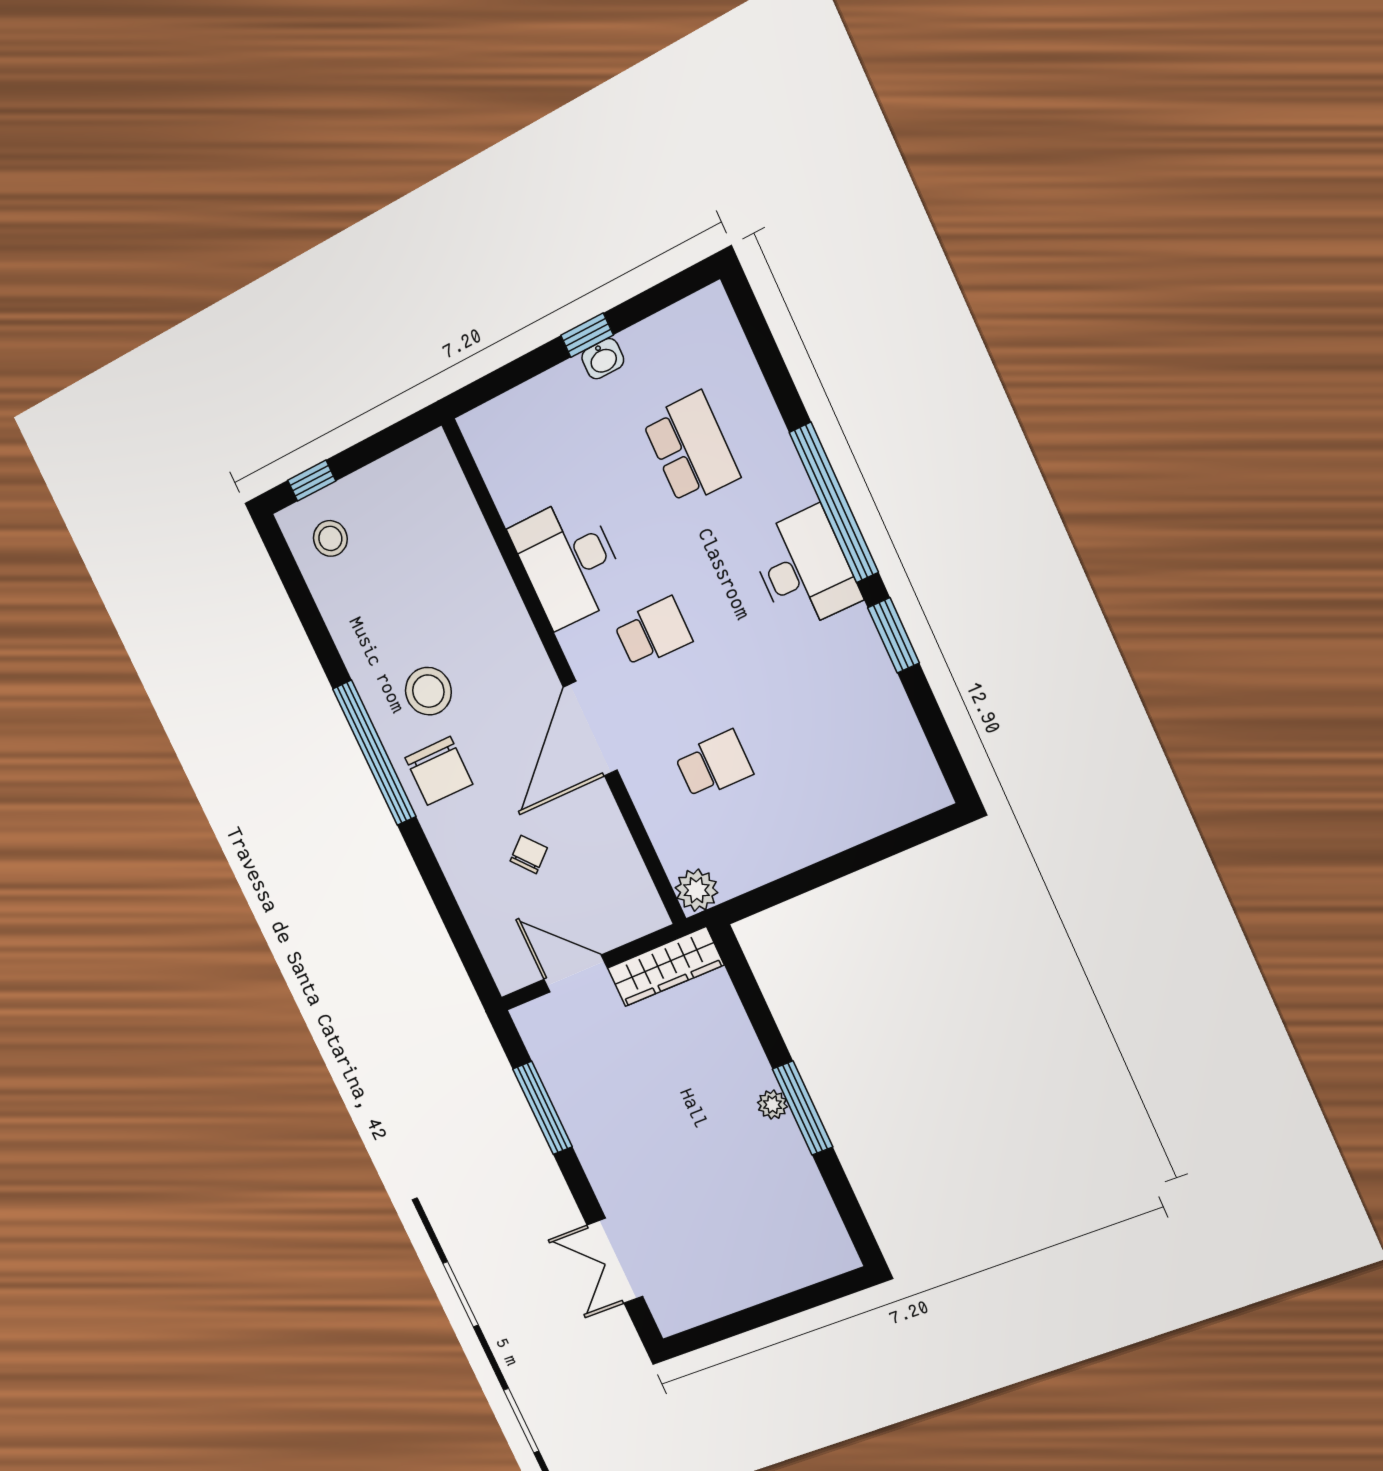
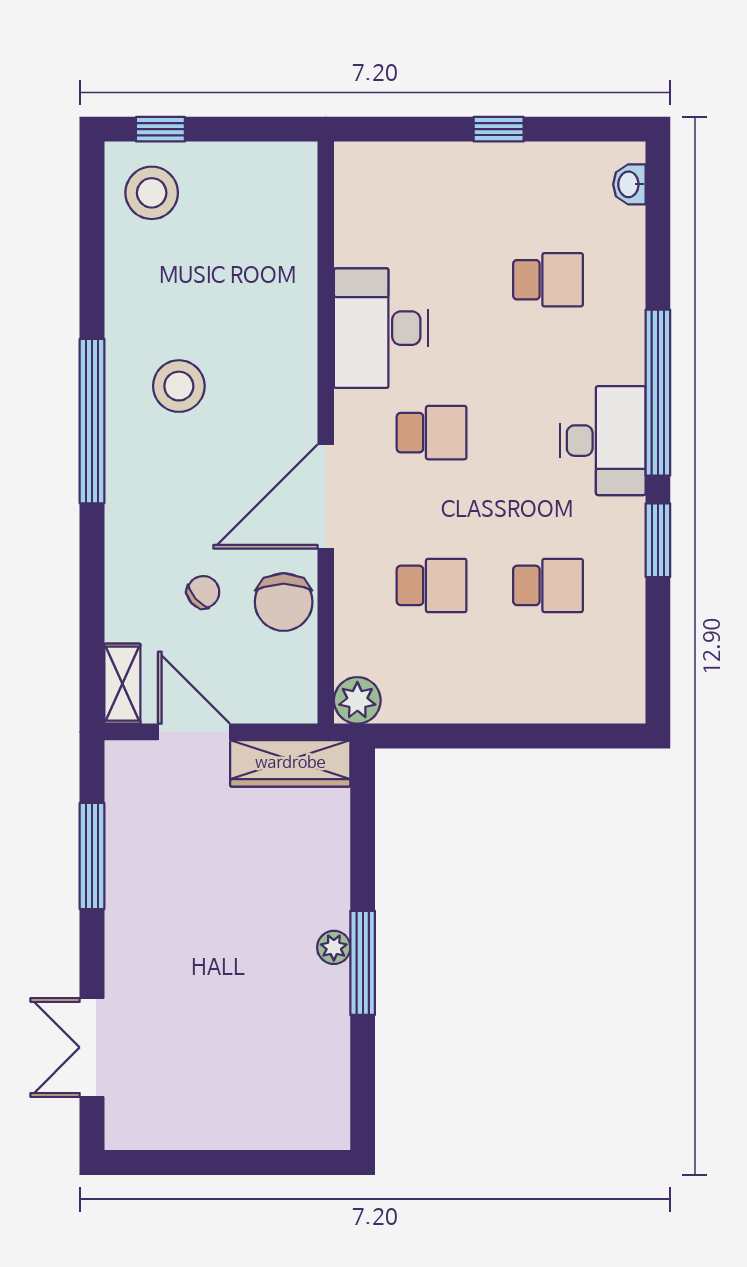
washbasin: (603, 359) -> (629, 184), moved, turned 90
school desk: (691, 449) -> (548, 280), width x0.54
stool: (330, 538) -> (152, 193), width x1.38, depth x1.38
school desk: (814, 720) -> (548, 585), added
chair: (439, 771) -> (284, 602), moved
shelving: (500, 958) -> (122, 684), added

